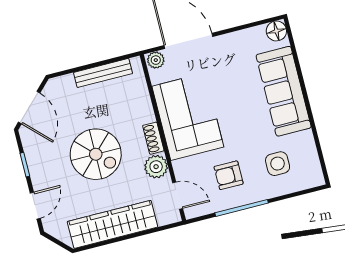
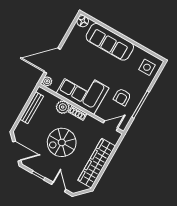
spiral stairs: (96, 154) -> (62, 142), turned 180
side table: (278, 164) -> (147, 67), moved
plant: (156, 167) -> (63, 107), moved

